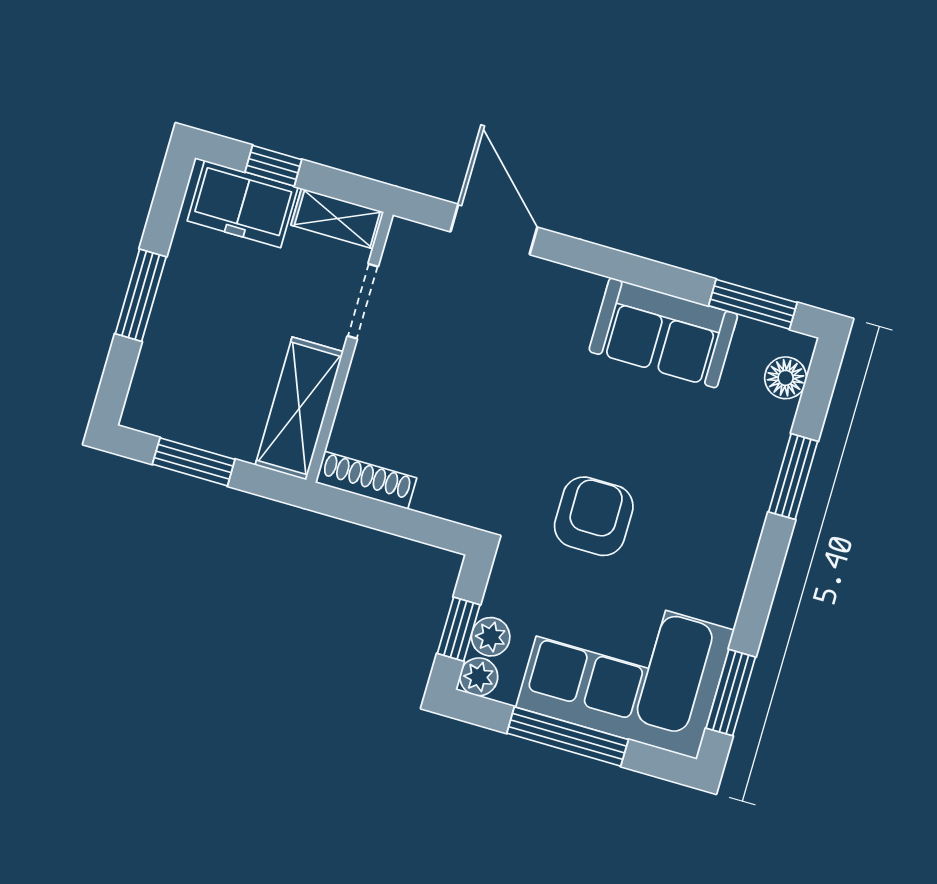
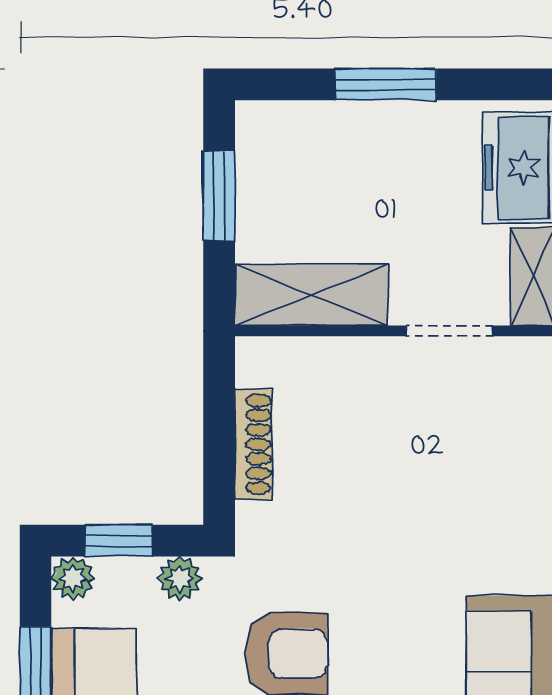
shoe rack: (366, 480) -> (254, 444), moved
plant: (491, 637) -> (180, 578), moved

